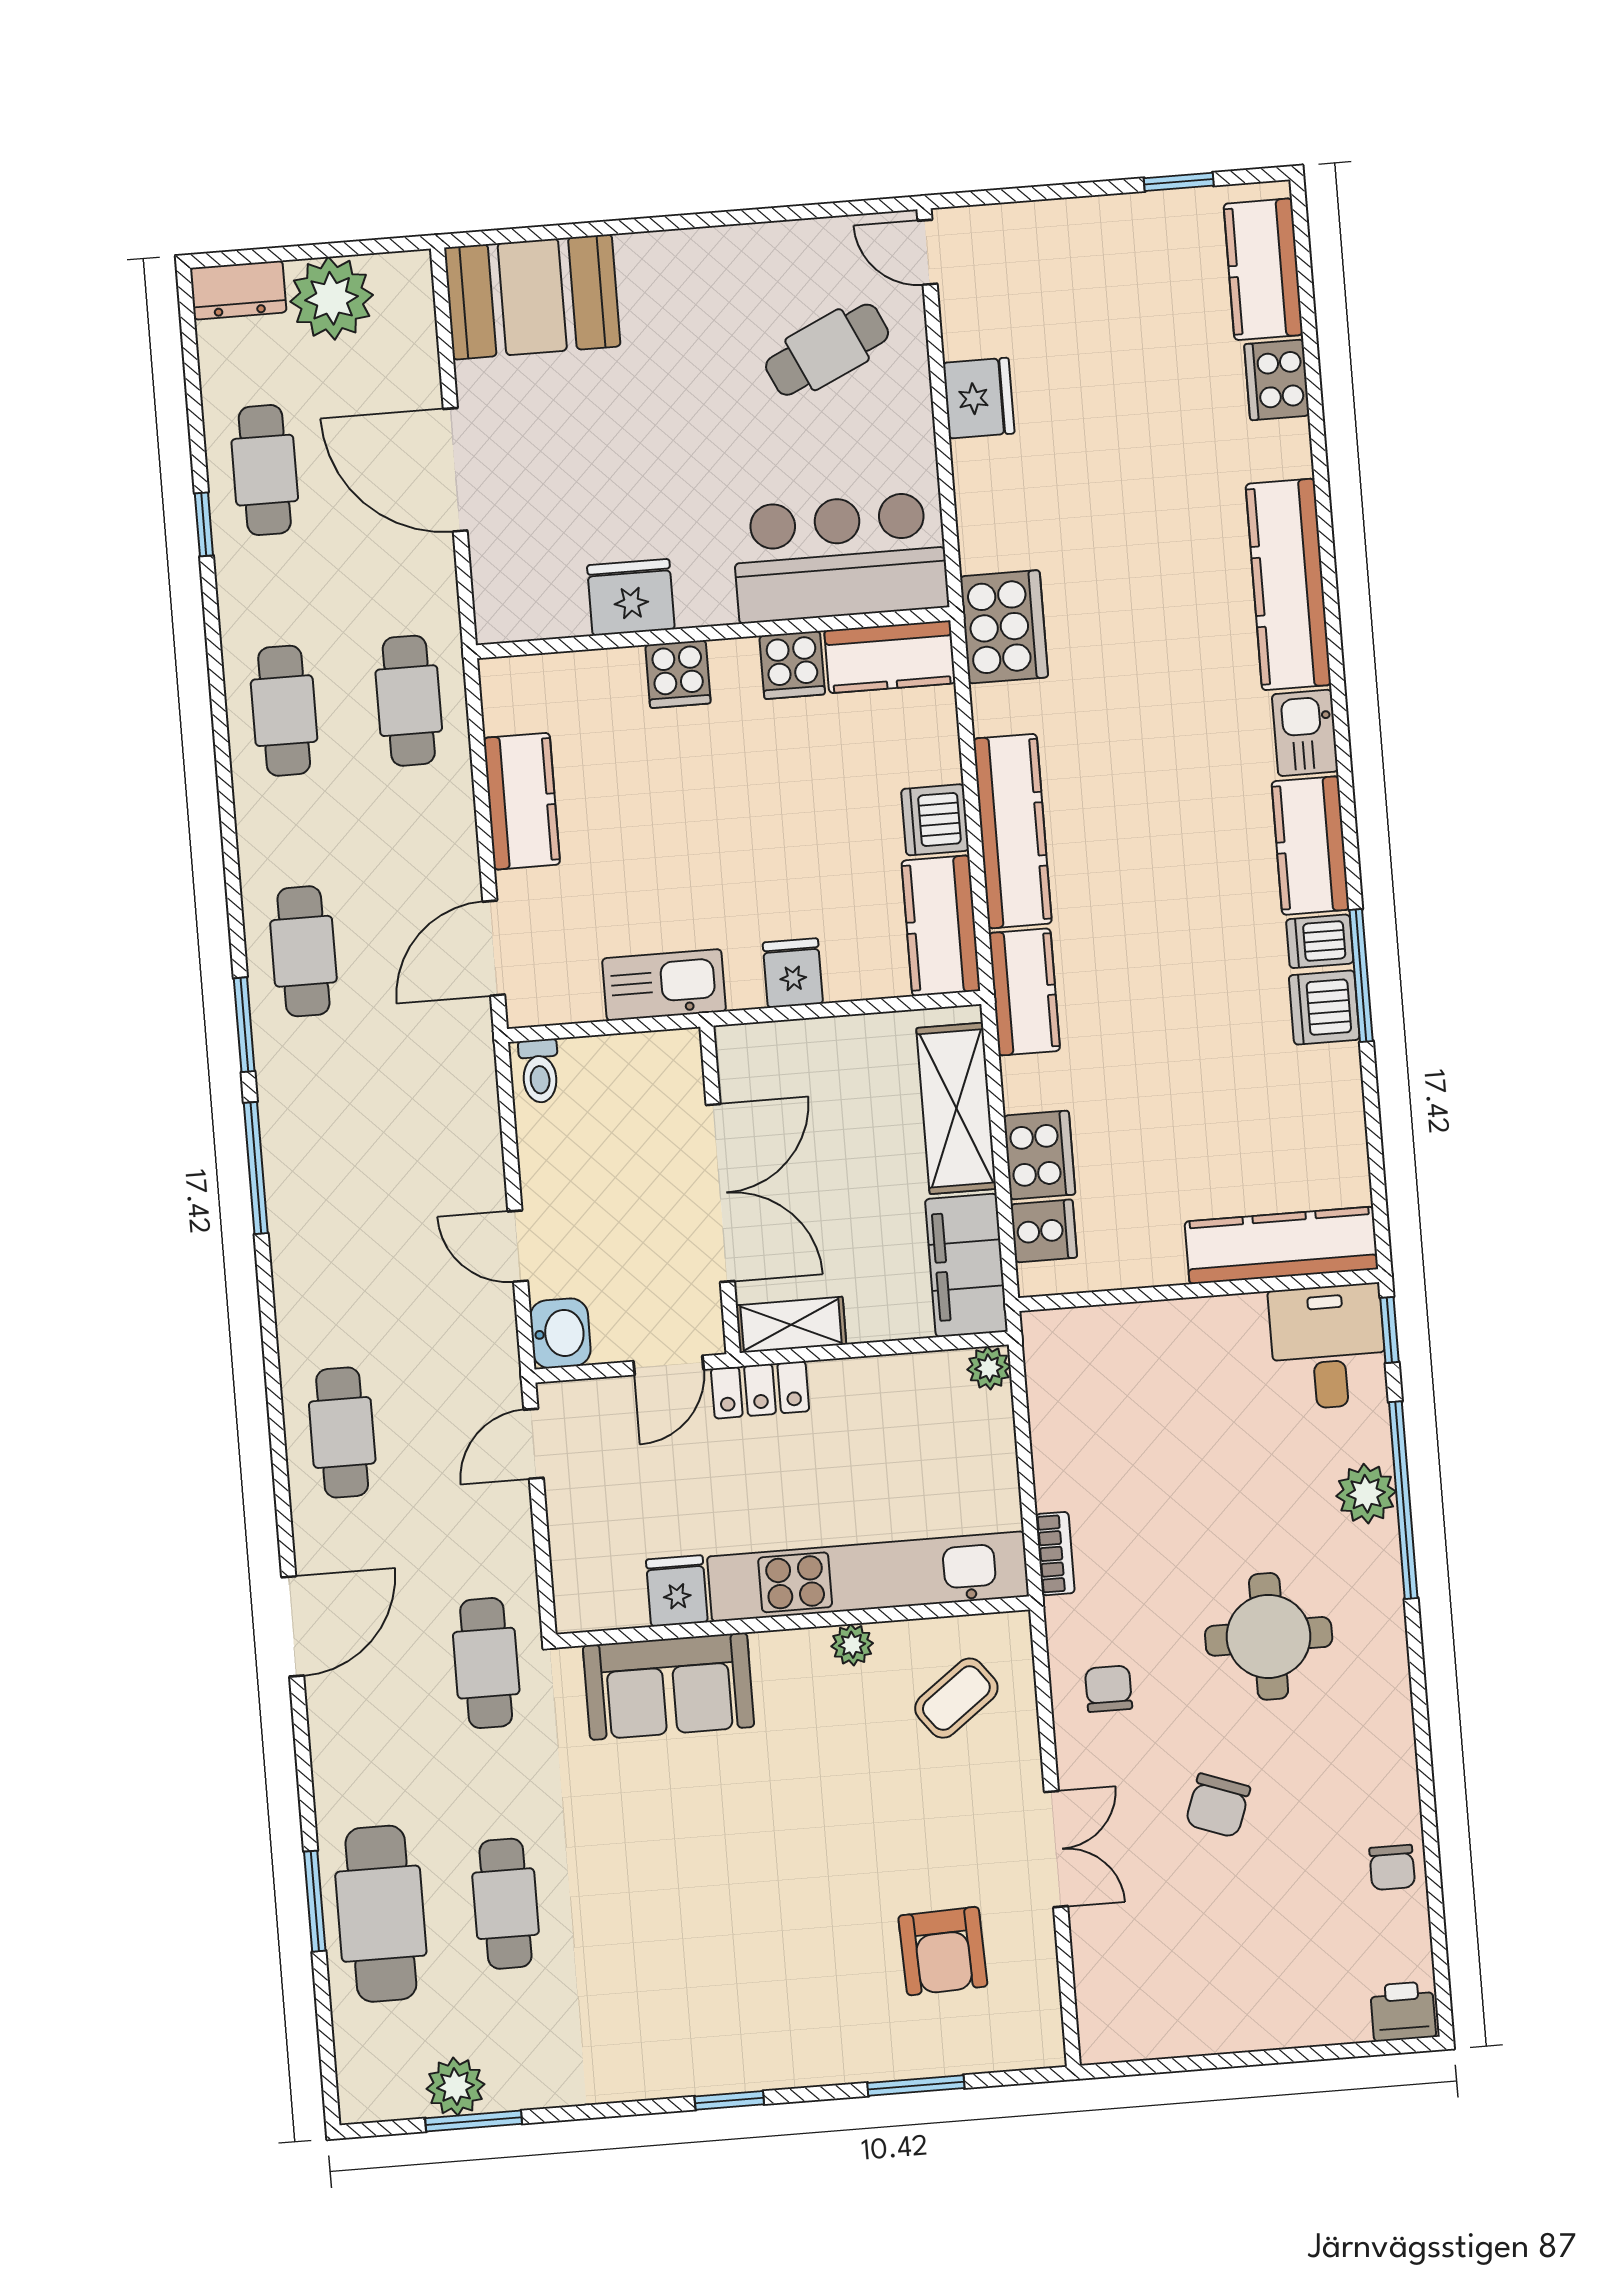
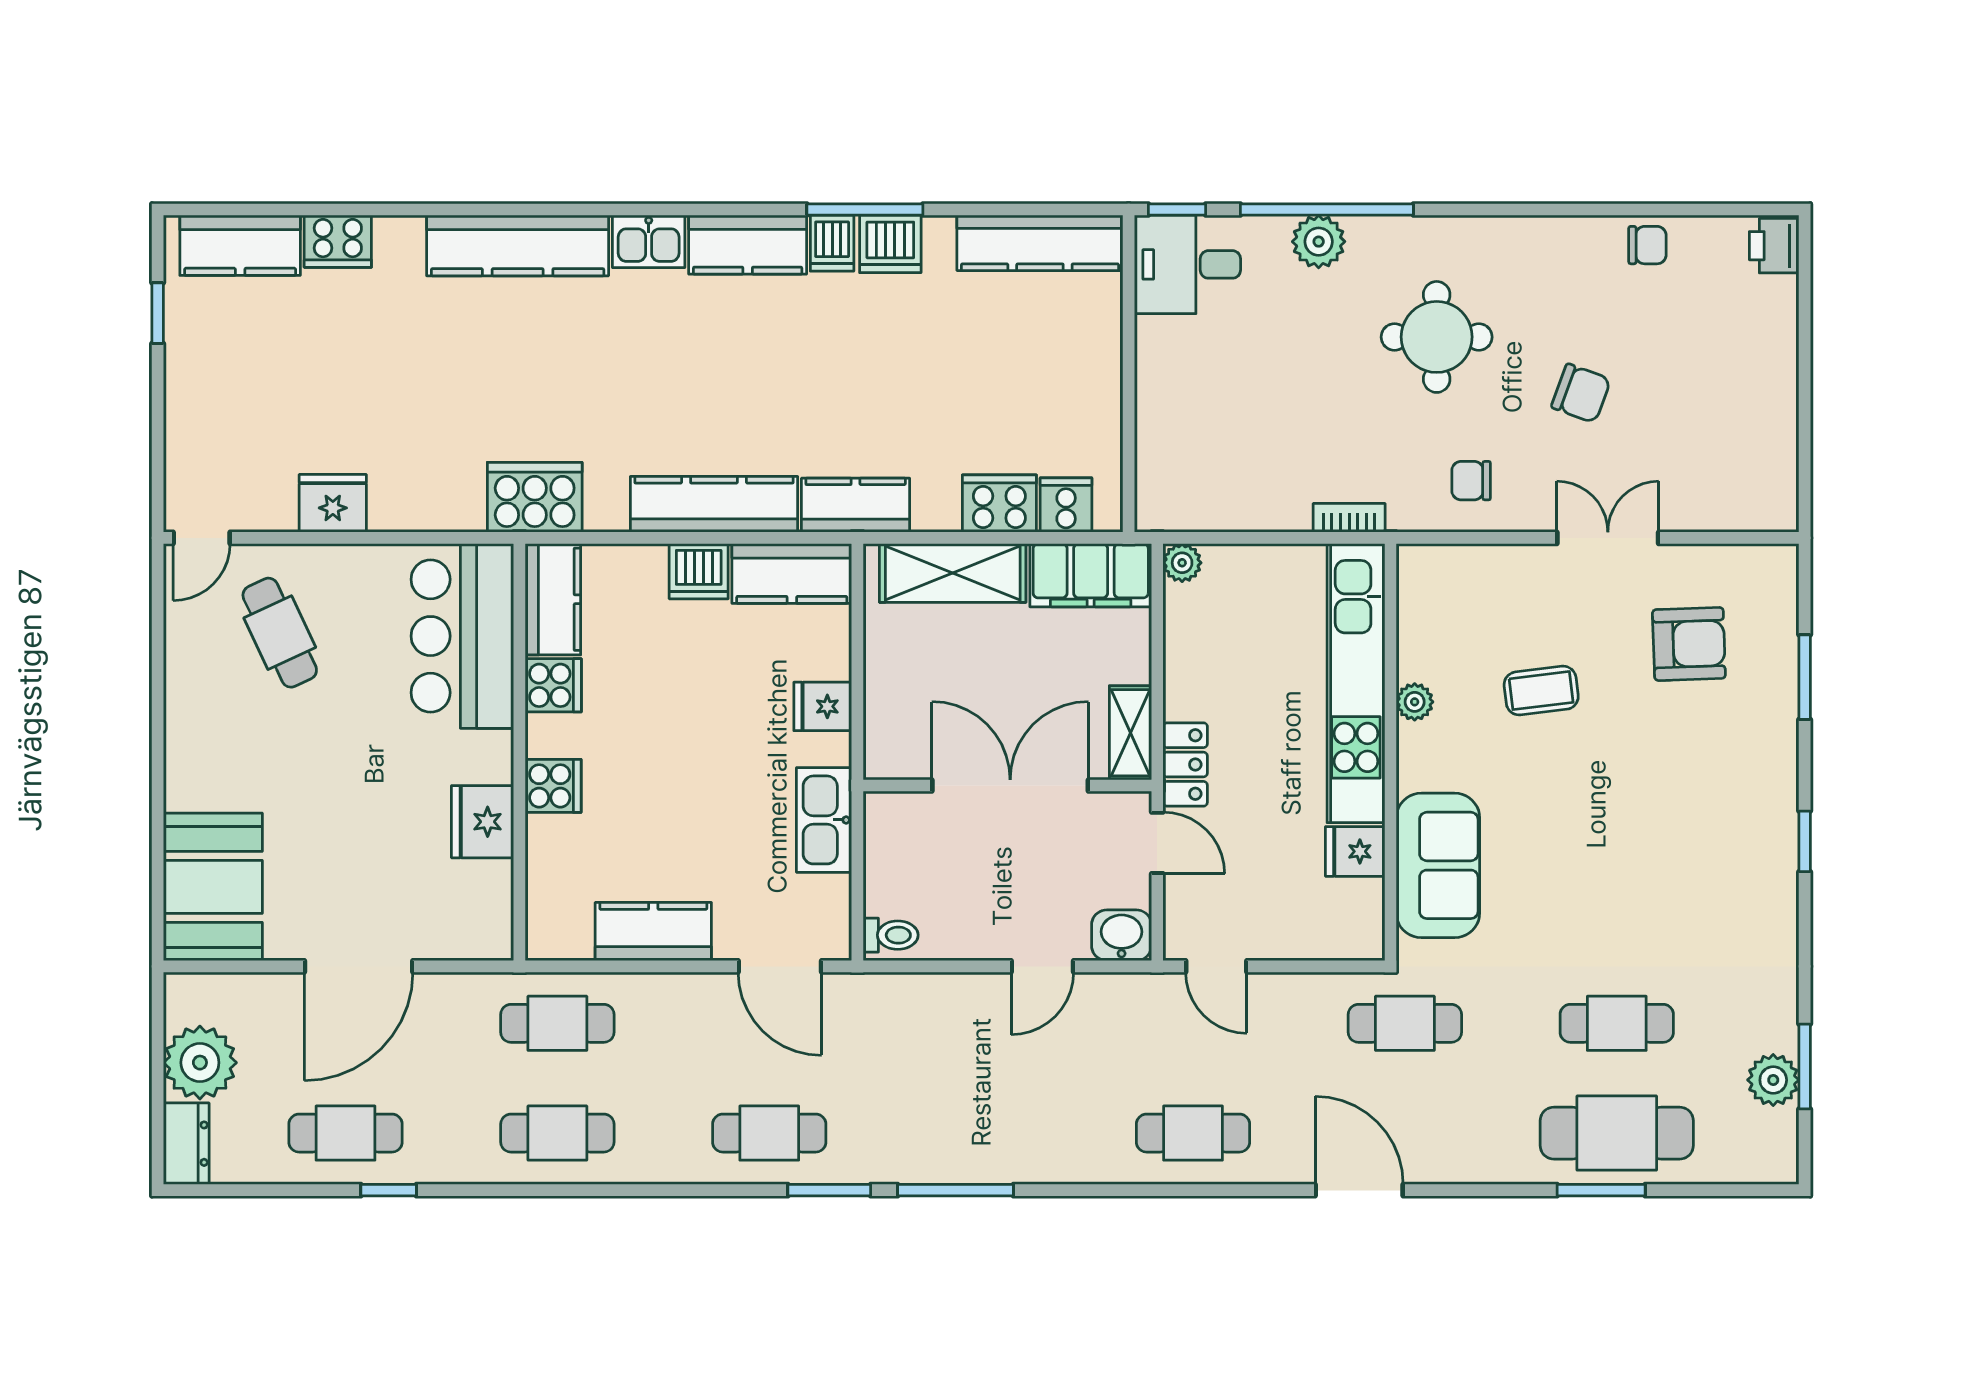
kitchen counter: (1281, 1245) -> (1040, 243), moved, turned -90
coffee table: (956, 1698) -> (1541, 691), moved, turned -60

